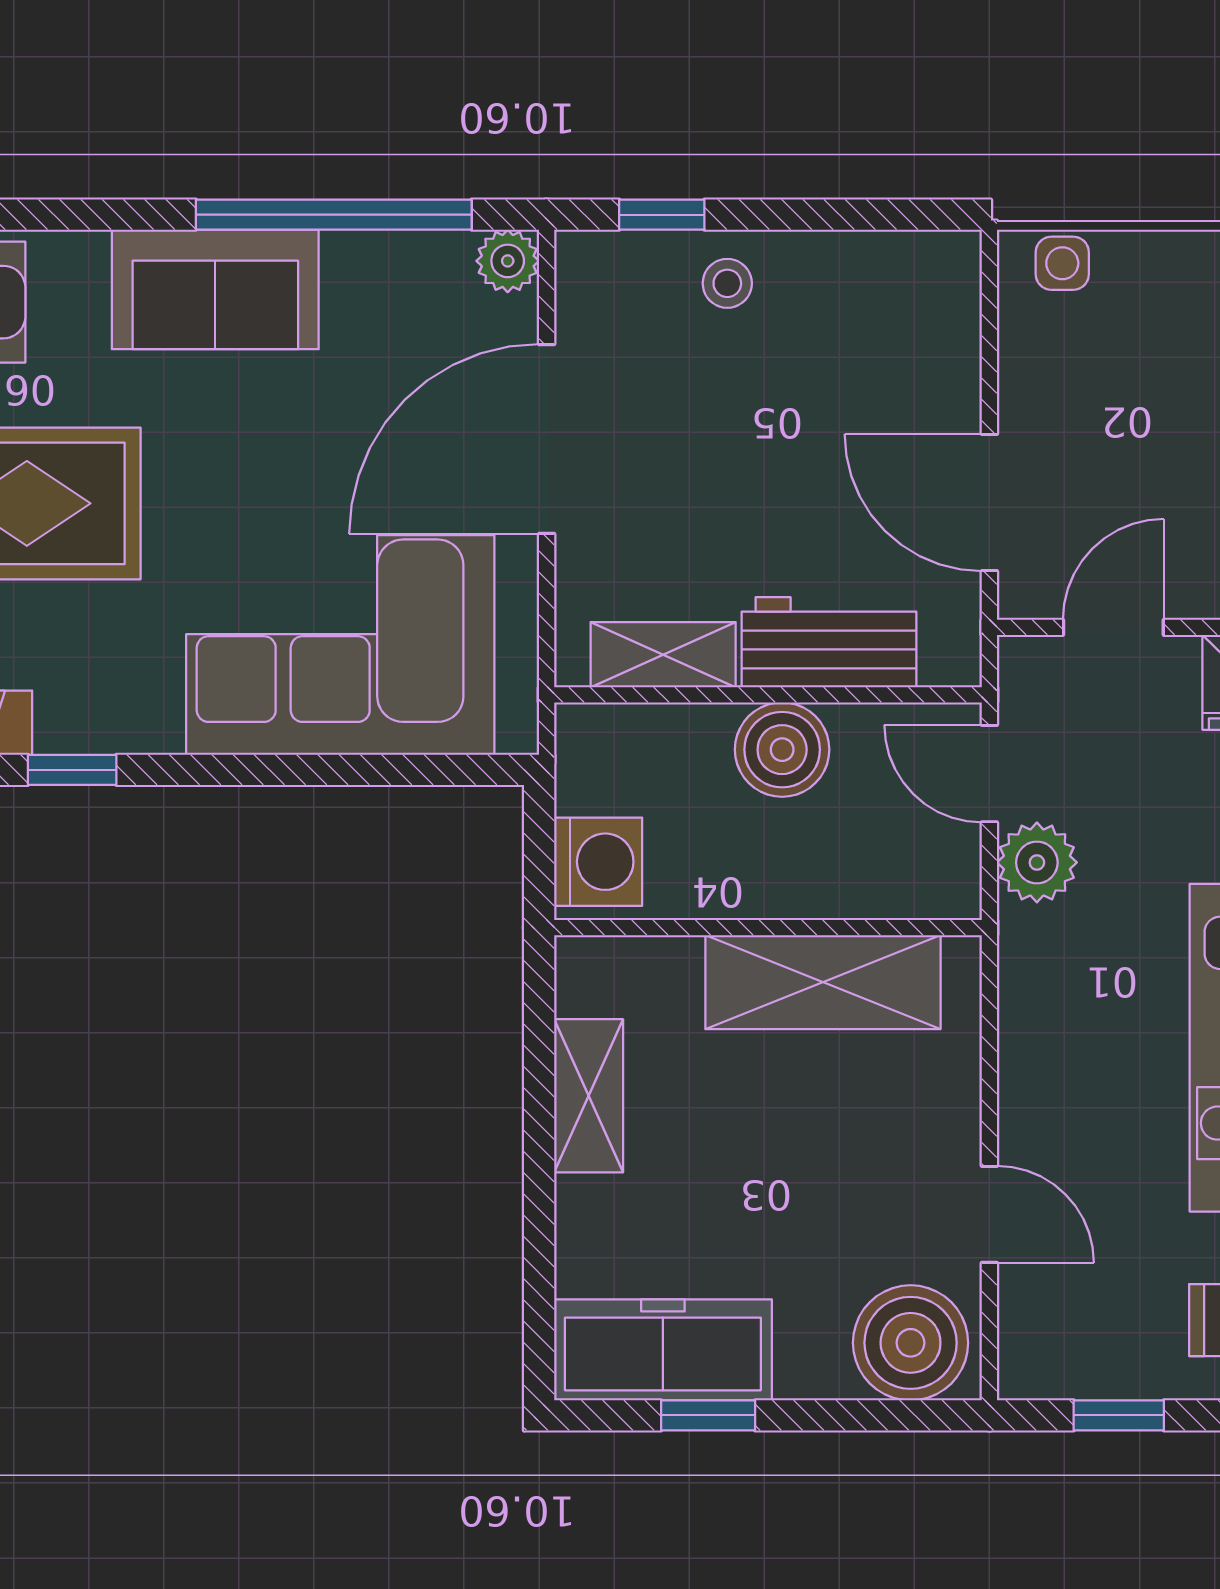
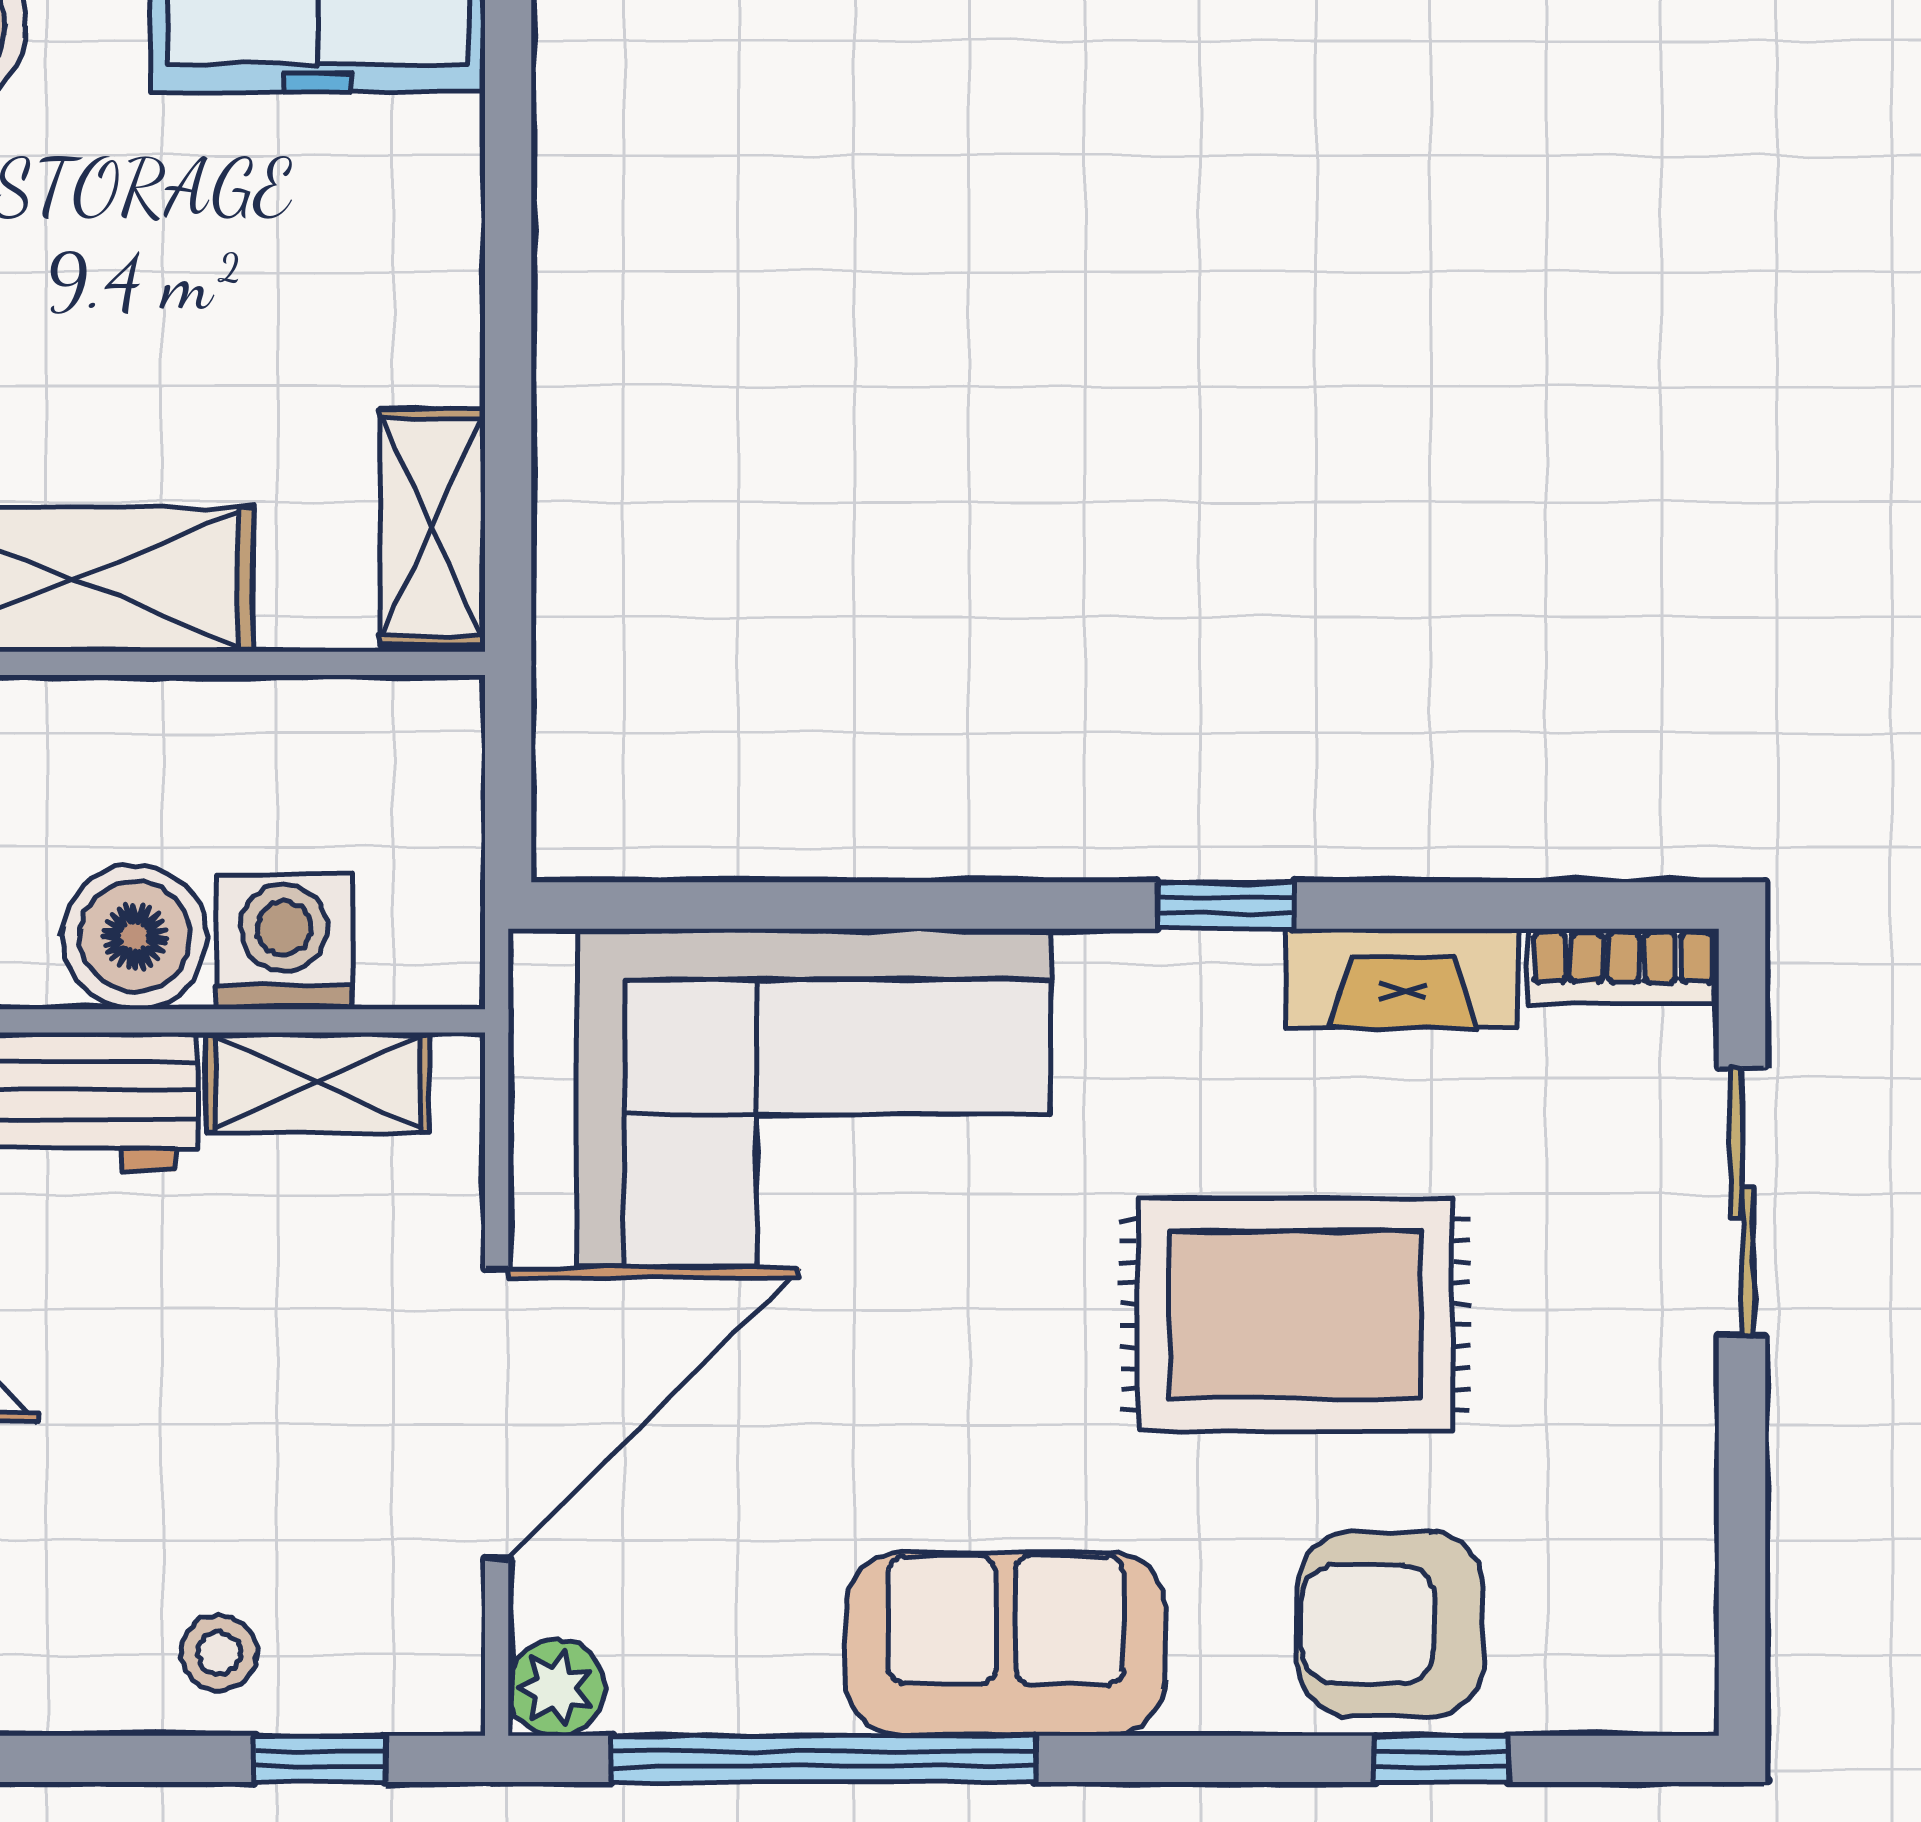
washing machine: (598, 862) -> (284, 942), moved, turned 90
shelving: (589, 1096) -> (432, 527), moved

